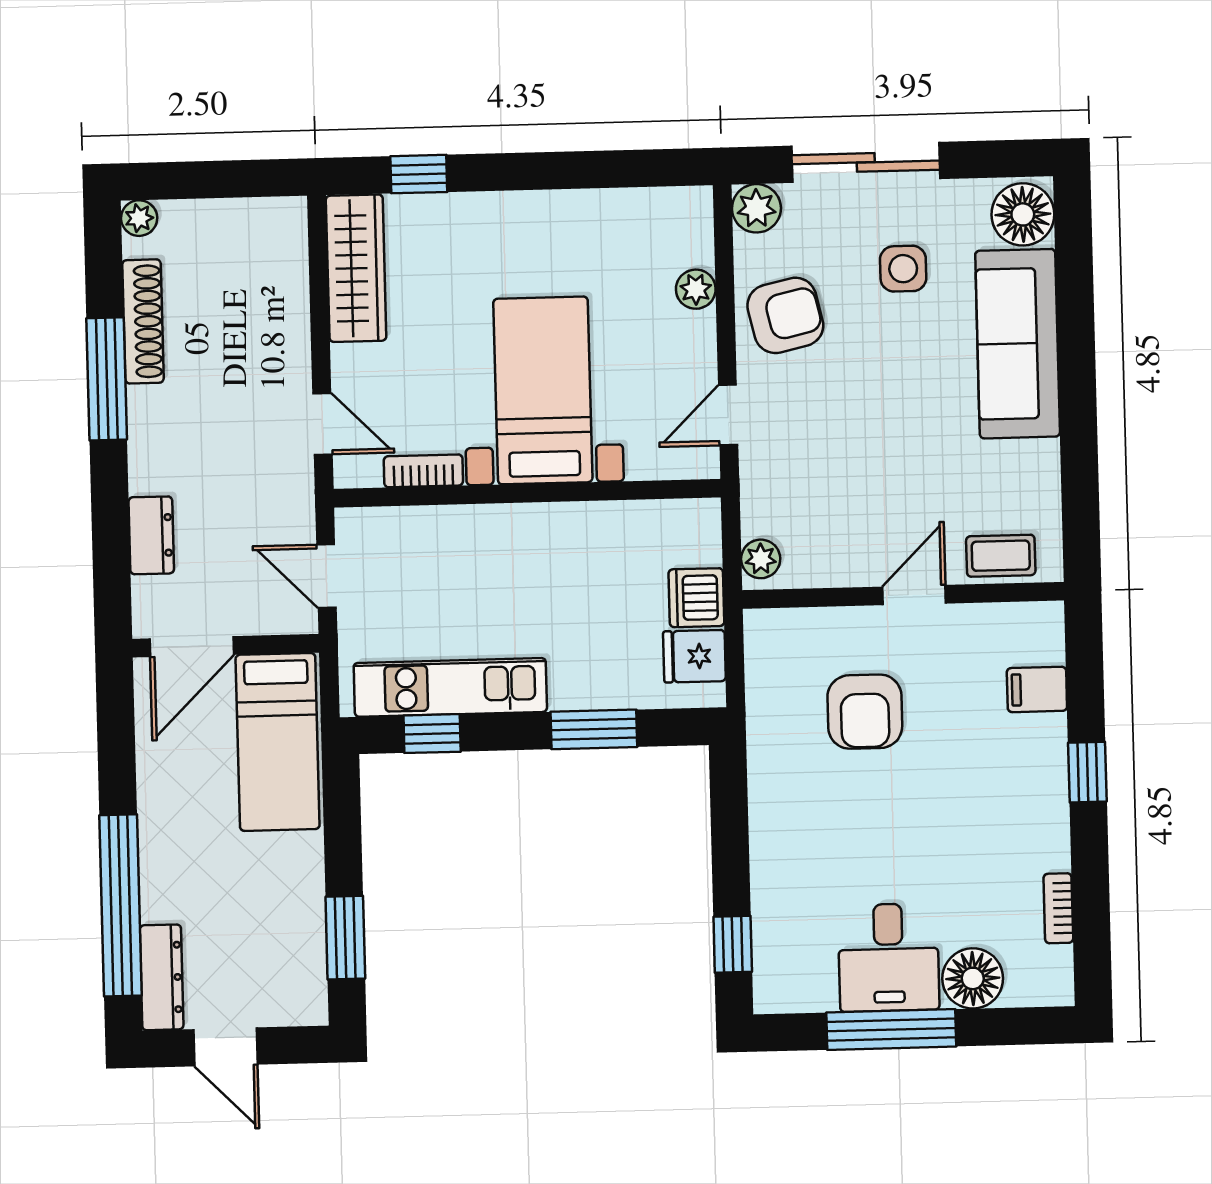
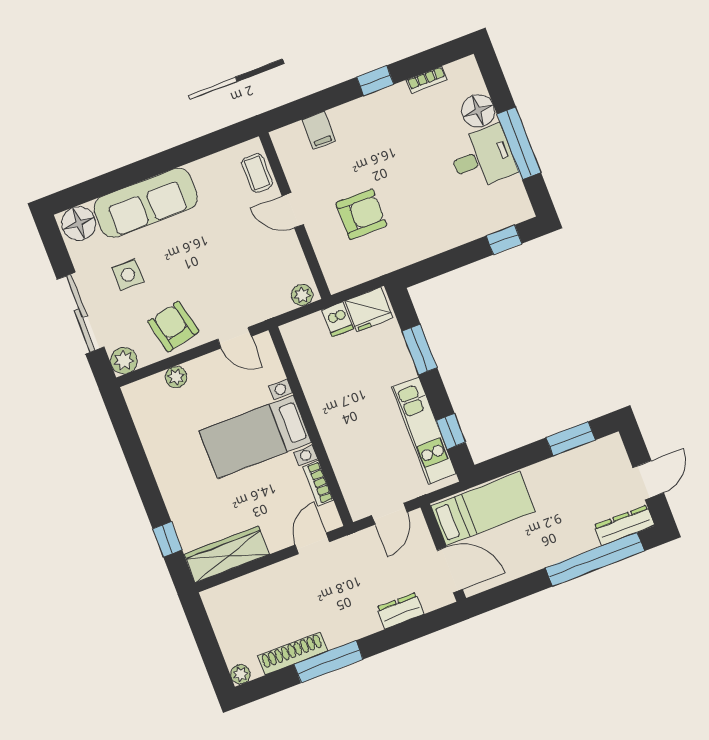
dishwasher: (696, 598) -> (338, 319), width x0.73
fridge: (694, 656) -> (369, 309), width x1.38
window: (1087, 772) -> (375, 81), moved

